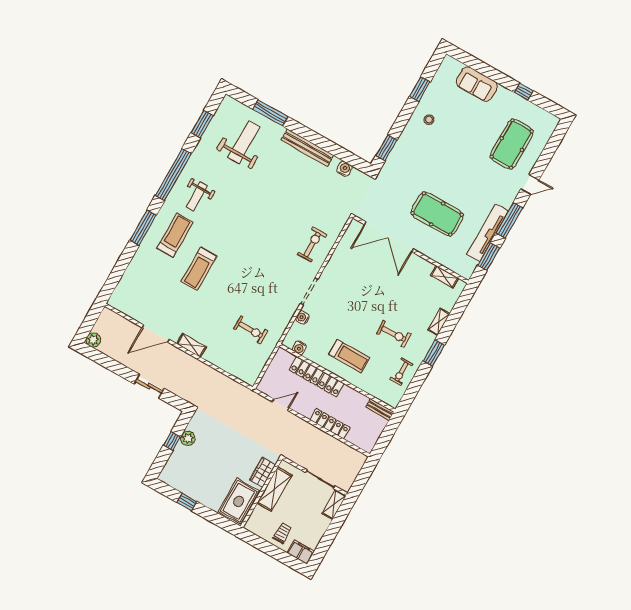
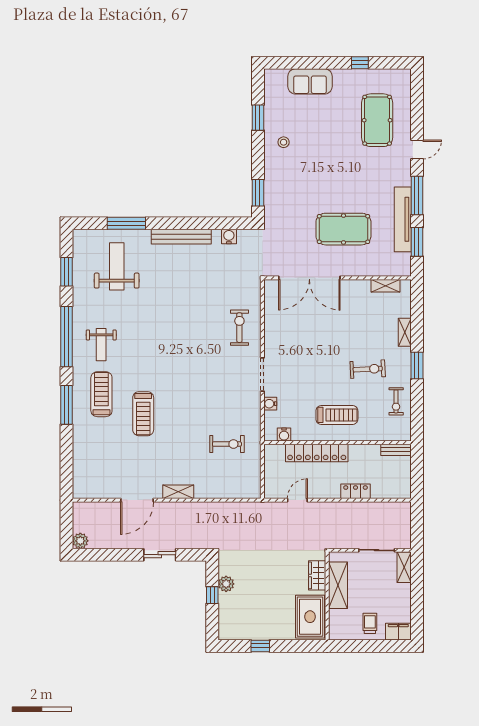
locker: (330, 424) -> (356, 491), width x0.66

